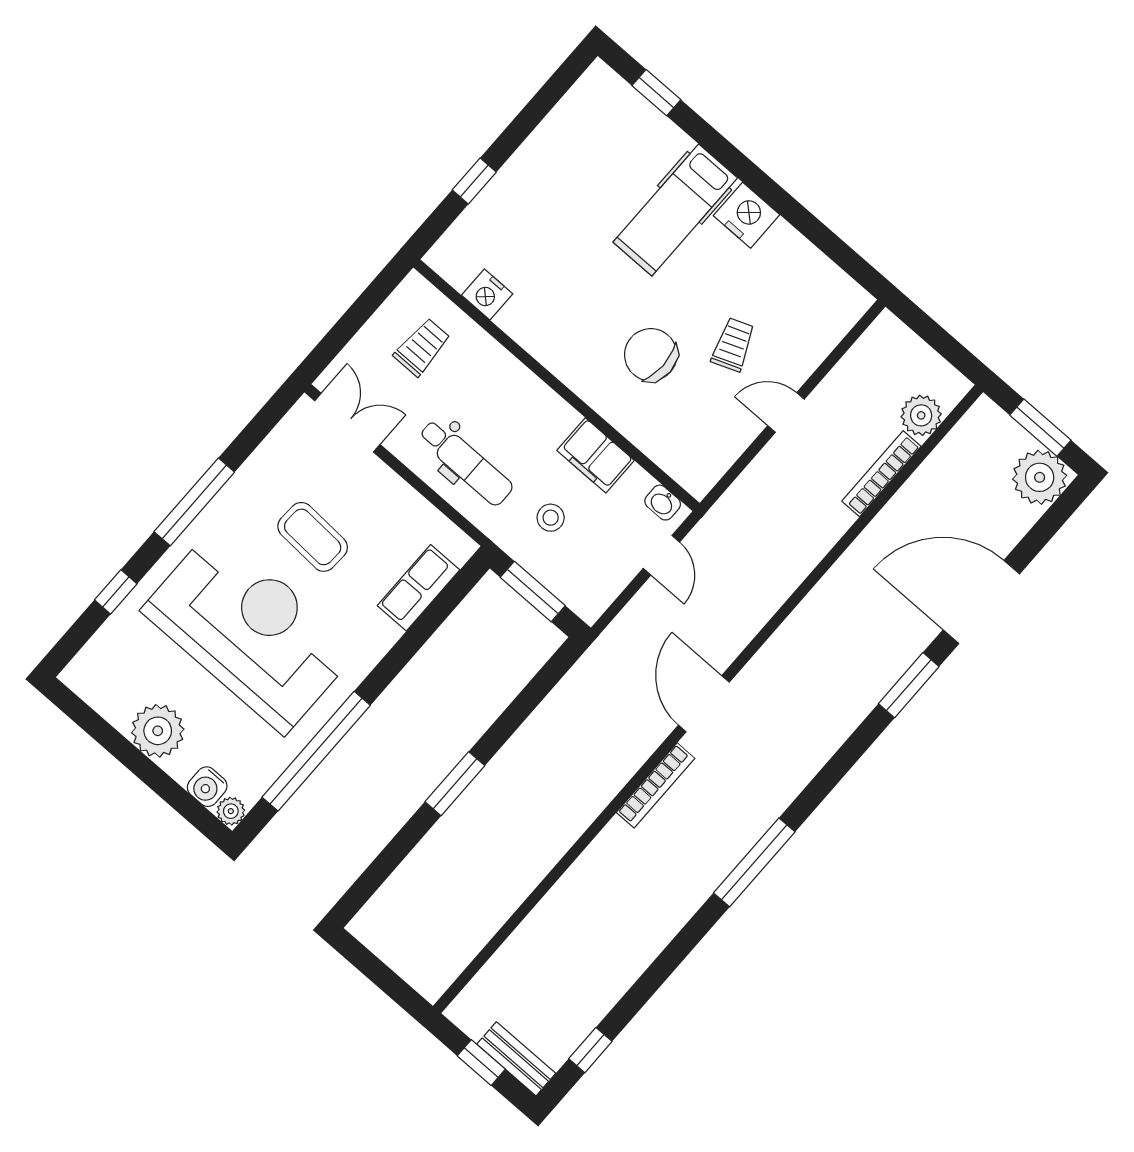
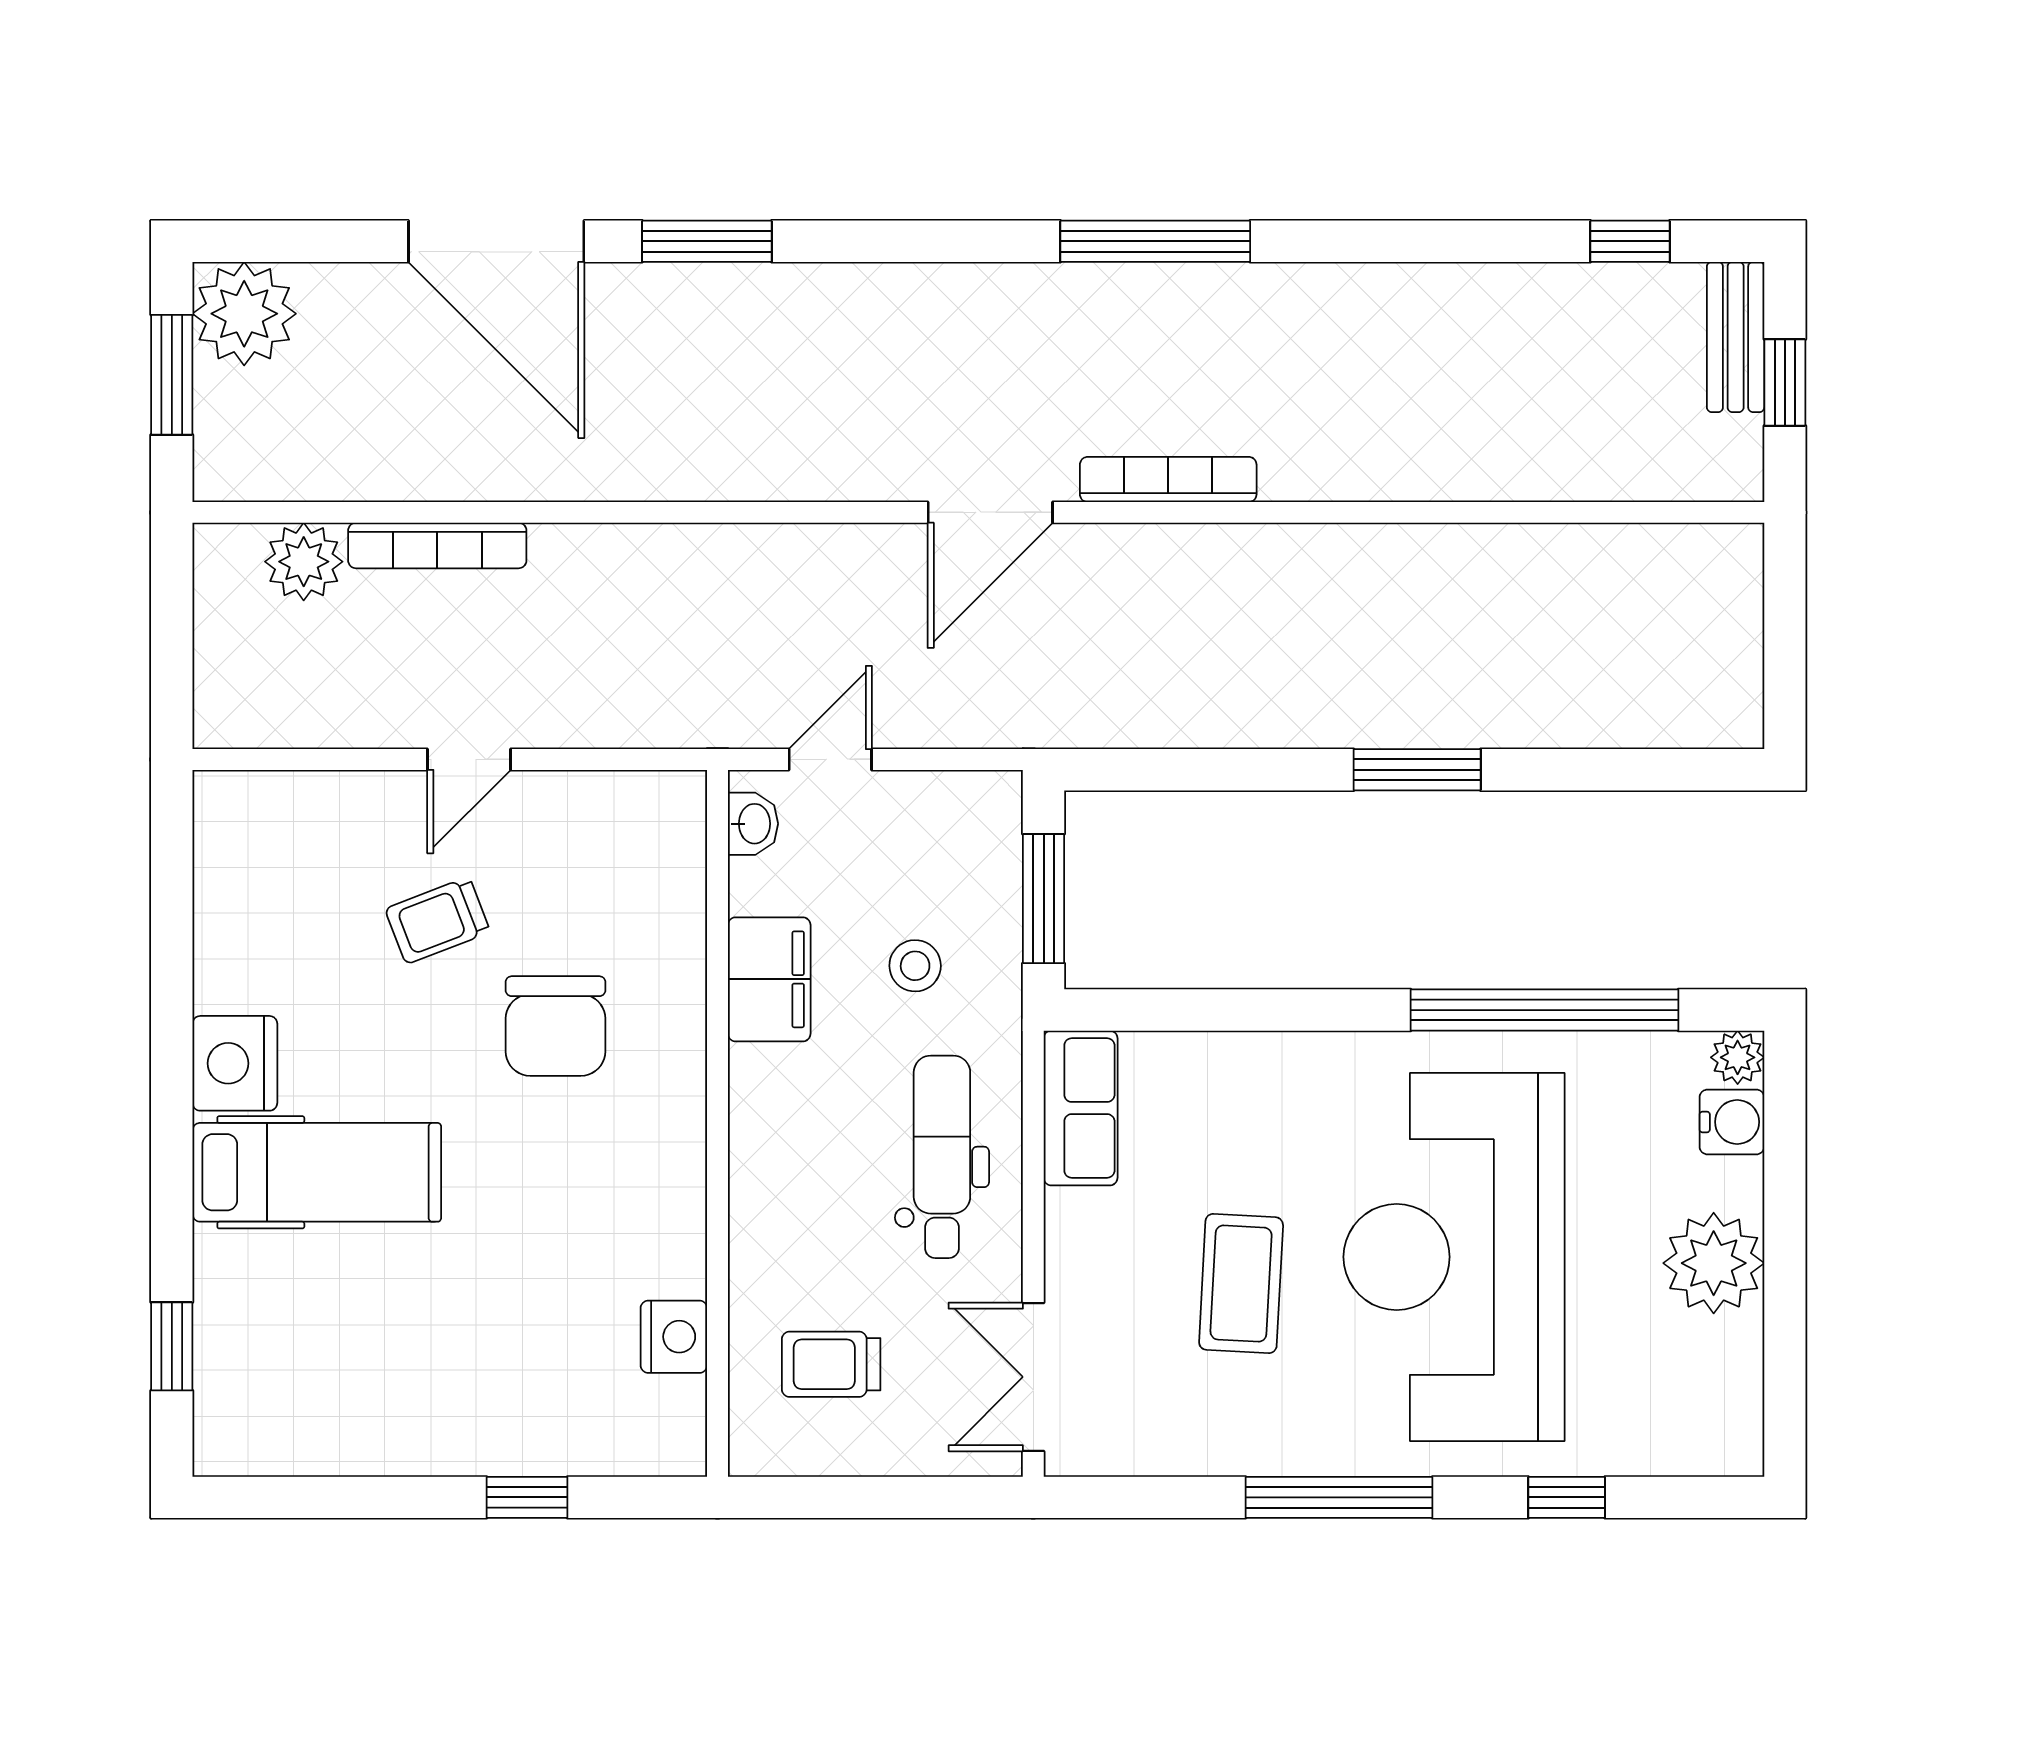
door: (786, 412) -> (469, 759), hinge flipped
row of seats: (419, 588) -> (1081, 1108), moved, turned -90

